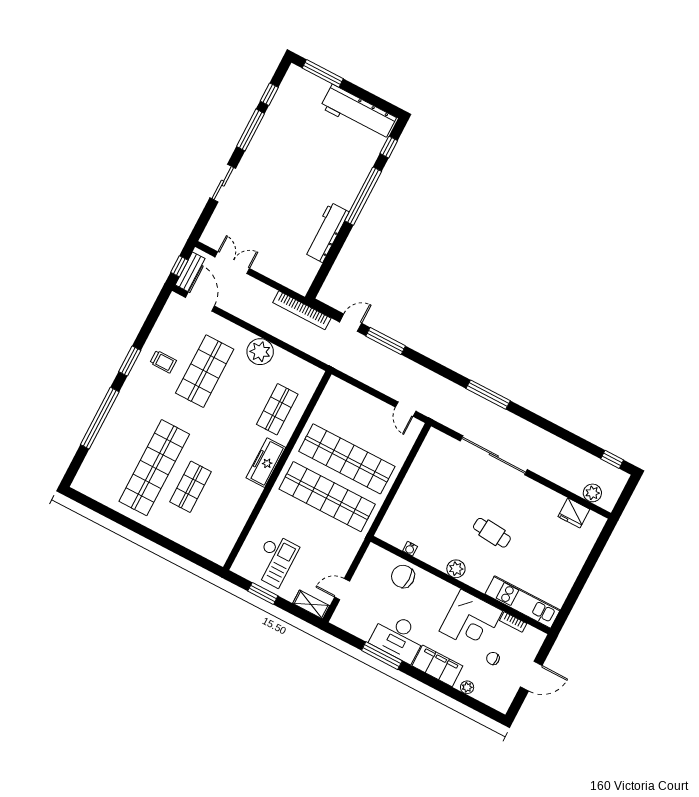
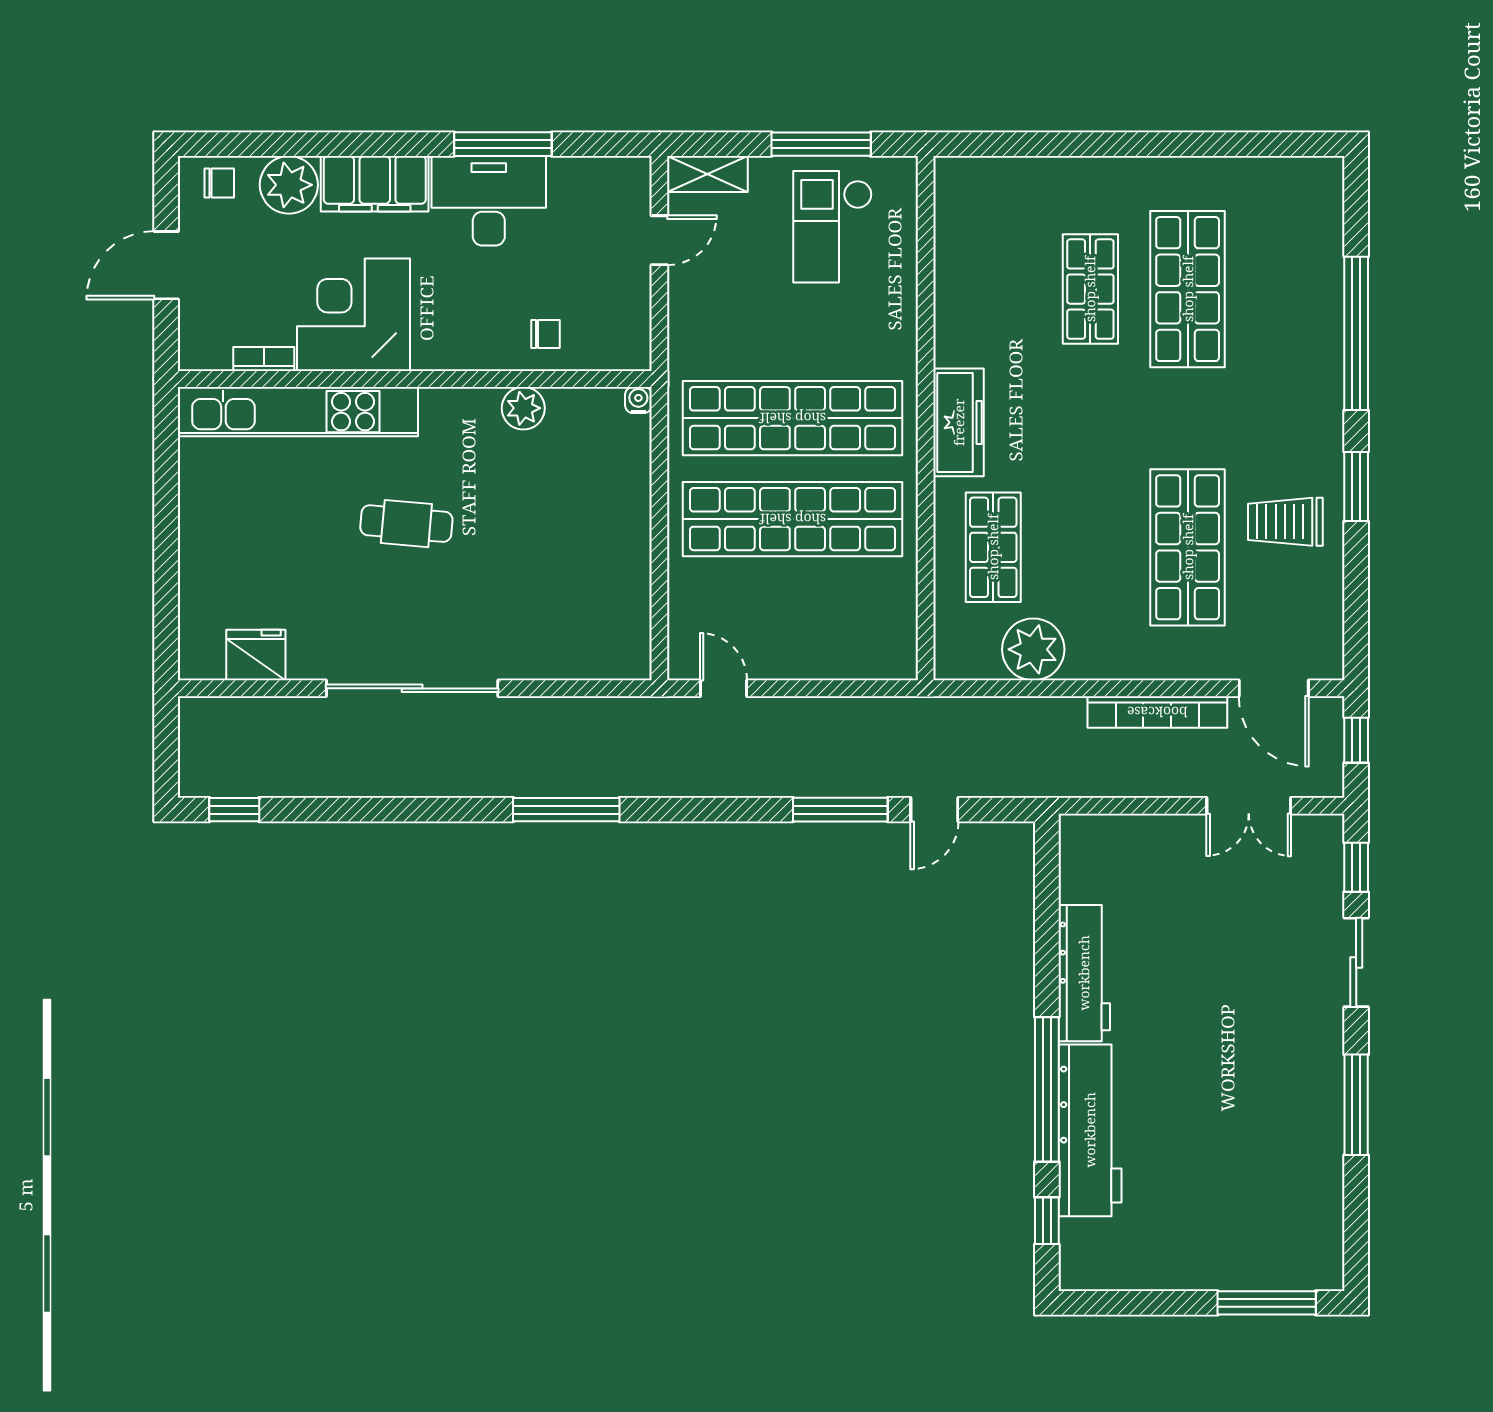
window: (269, 94) -> (1356, 867), moved
workbench: (358, 113) -> (1090, 1130), moved, turned 90
bench: (190, 272) -> (1328, 740), removed
bookcase: (302, 310) -> (1157, 712), moved, turned 180
plant: (260, 352) -> (1033, 649), moved
trolley: (163, 362) -> (1285, 522), width x1.36, depth x1.39
sliding door: (494, 455) -> (412, 688), moved
shop shelf: (154, 468) -> (1188, 289), width x0.71
plant: (592, 493) -> (239, 717), removed
water cooler: (410, 549) -> (638, 400), moved
plant: (456, 569) -> (523, 408), moved
chair: (403, 576) -> (546, 334), width x0.54, depth x0.54
window: (263, 593) -> (821, 144), width x1.44
kitchen unit: (523, 602) -> (298, 412), width x1.36
chair: (493, 658) -> (219, 183), moved
plant: (467, 687) -> (289, 185), width x1.87, depth x1.87

